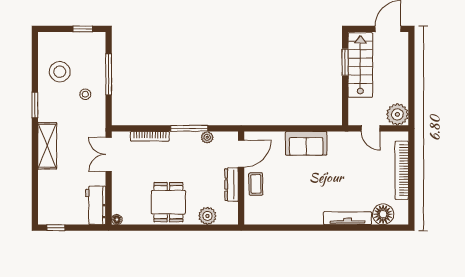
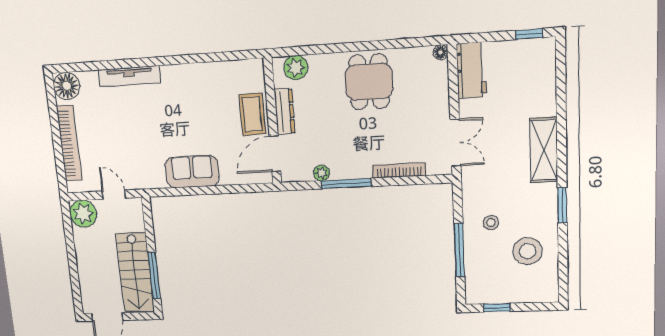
window: (345, 62) -> (154, 276), width x1.44
coffee table: (256, 184) -> (252, 114), width x1.36, depth x1.30
floor lamp: (383, 214) -> (67, 86), moved
plant: (207, 216) -> (296, 68), moved

